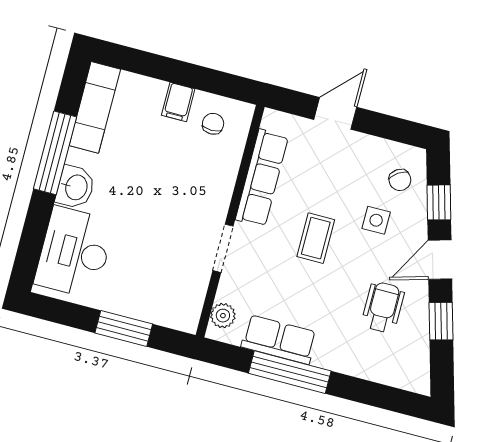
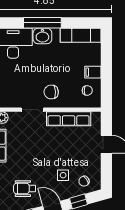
window: (55, 153) -> (42, 23), moved
chair: (197, 200) -> (51, 92), added
coffee table: (316, 238) -> (48, 150), removed
wheelchair: (383, 307) -> (25, 189), turned 180

